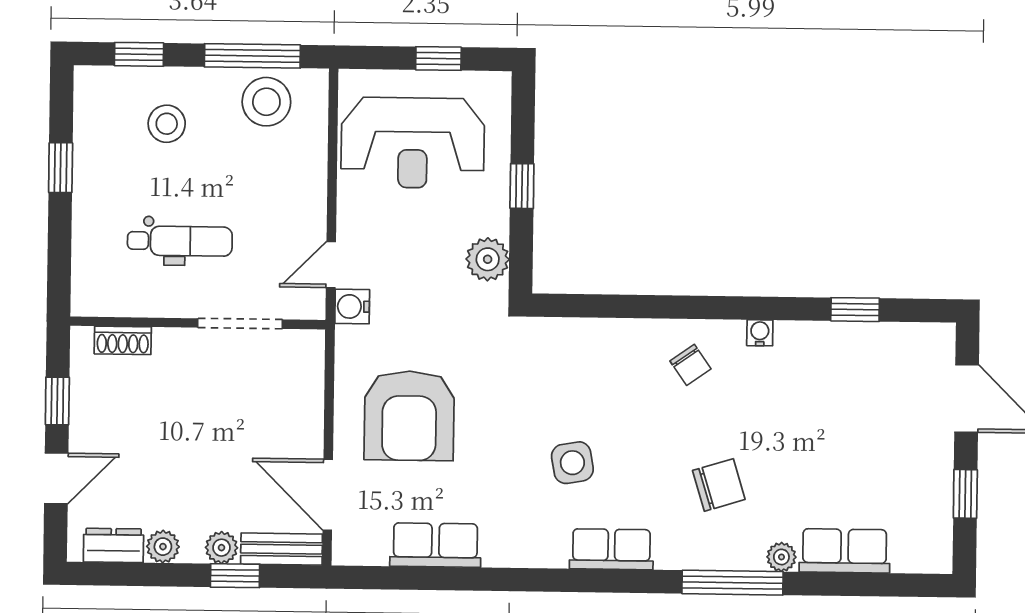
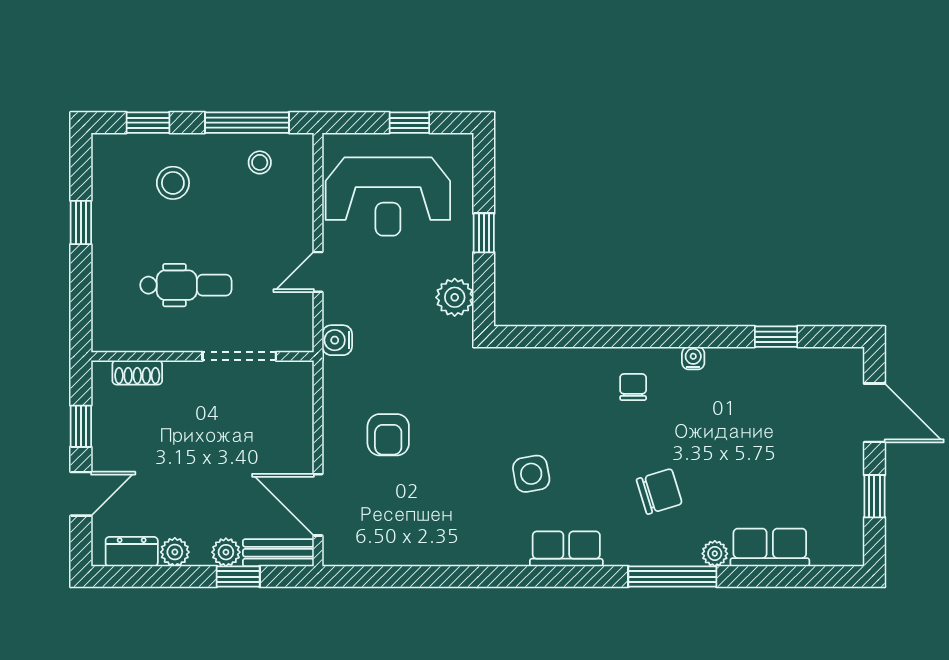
stool: (266, 102) -> (260, 162), width x0.53, depth x0.53
door: (331, 265) -> (318, 272), moved
chair: (690, 365) -> (633, 387), turned -145
armchair: (409, 416) -> (388, 435), width x0.53, depth x0.53
row of seats: (435, 545) -> (413, 547), removed

